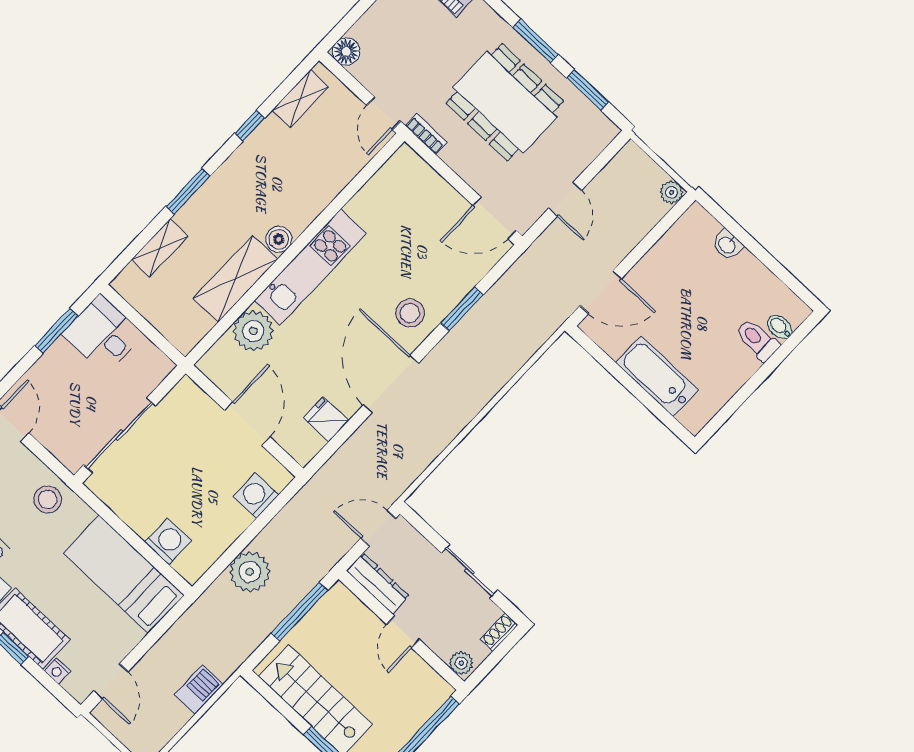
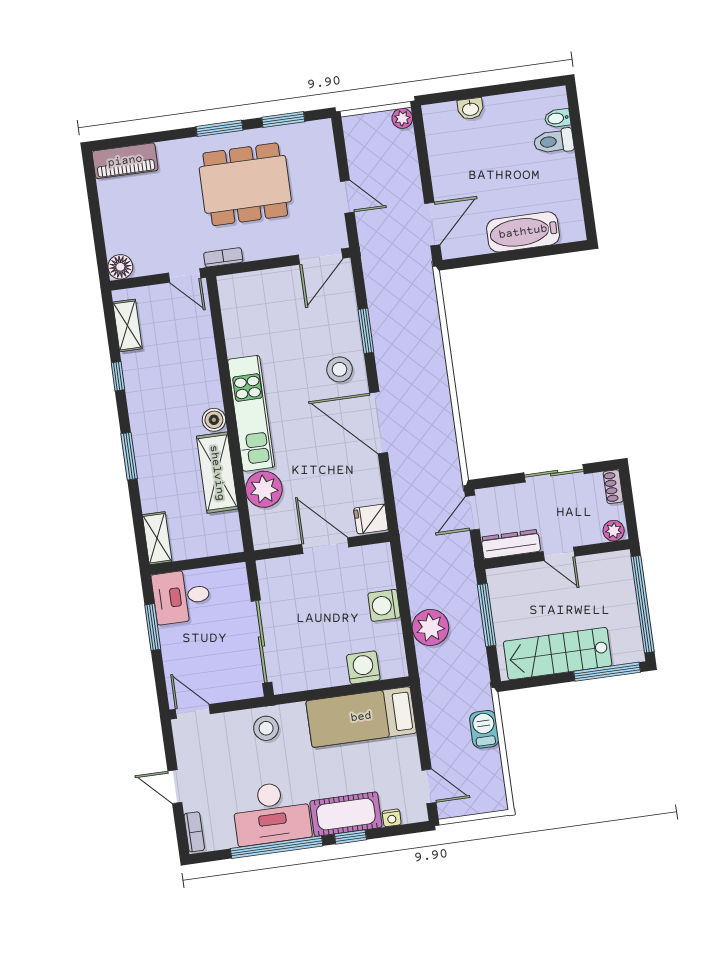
shelving: (160, 248) -> (157, 538), moved
fridge: (326, 419) -> (371, 519), moved
washing machine: (256, 496) -> (384, 605), moved

